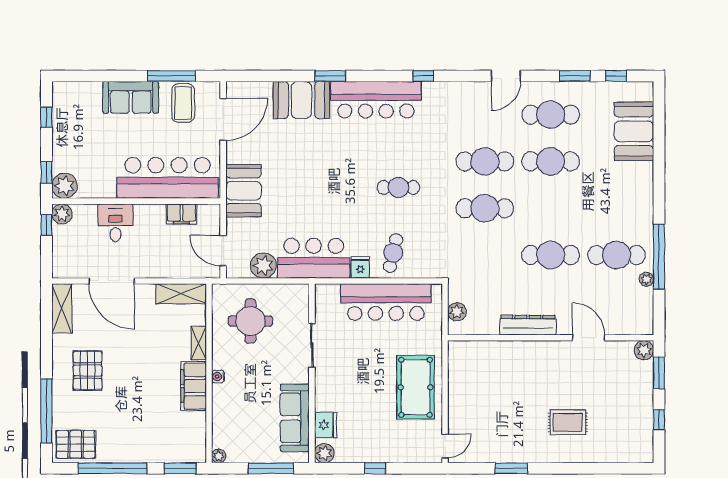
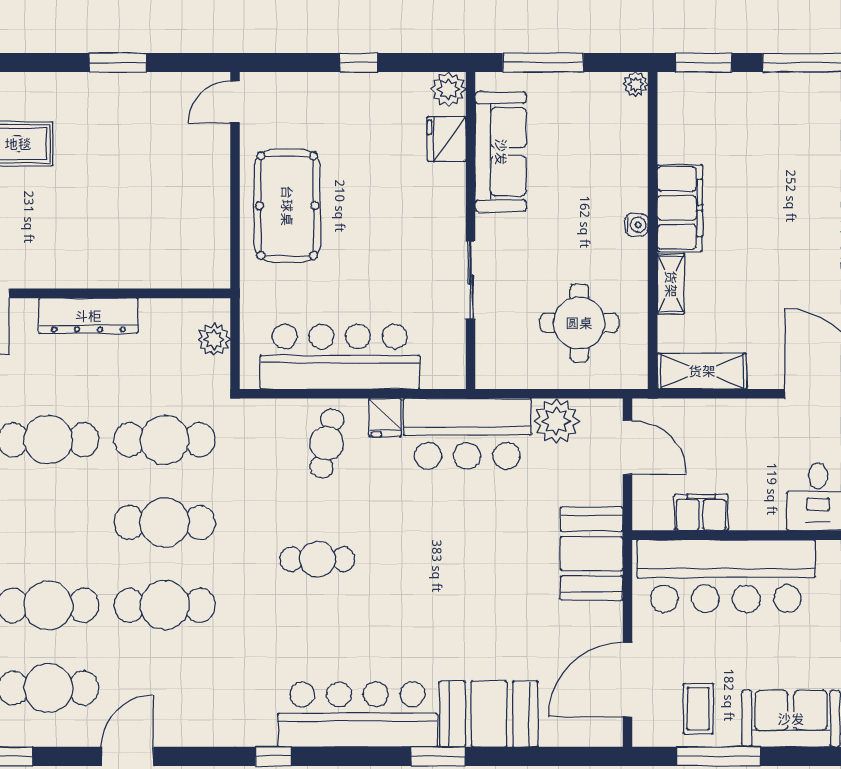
coffee table: (183, 103) -> (698, 709), width x0.73, depth x0.77
cafe table: (485, 255) -> (165, 440), added

